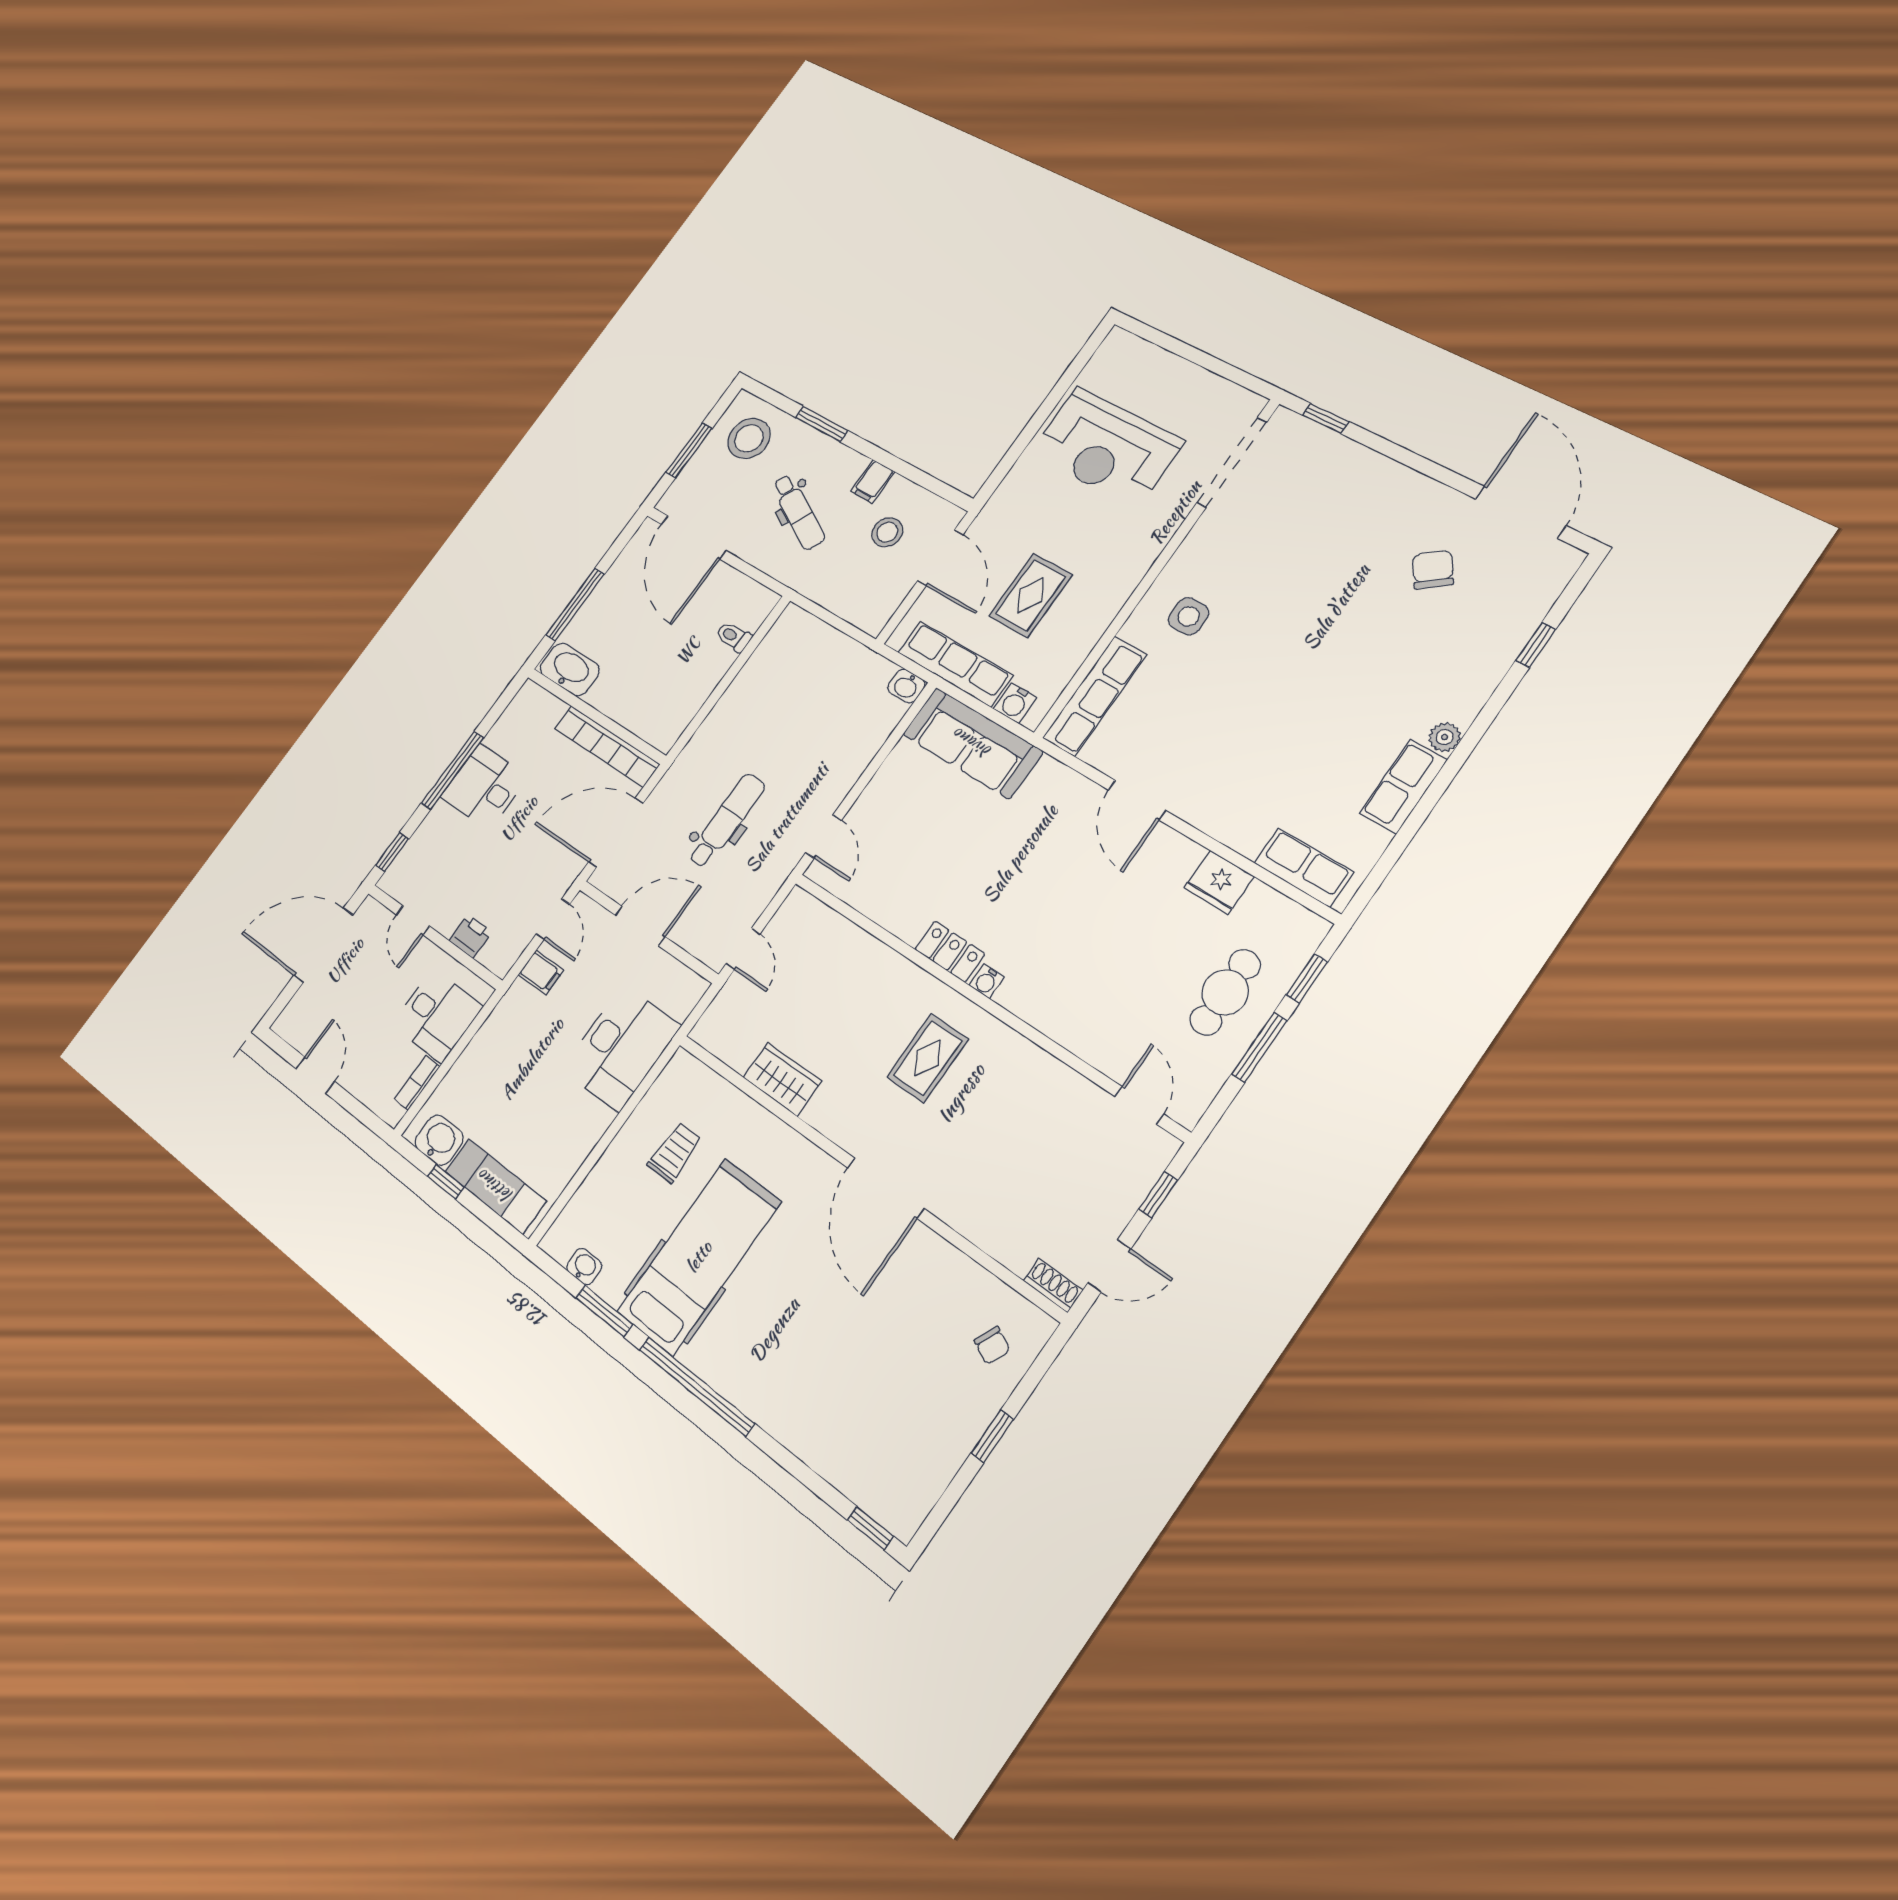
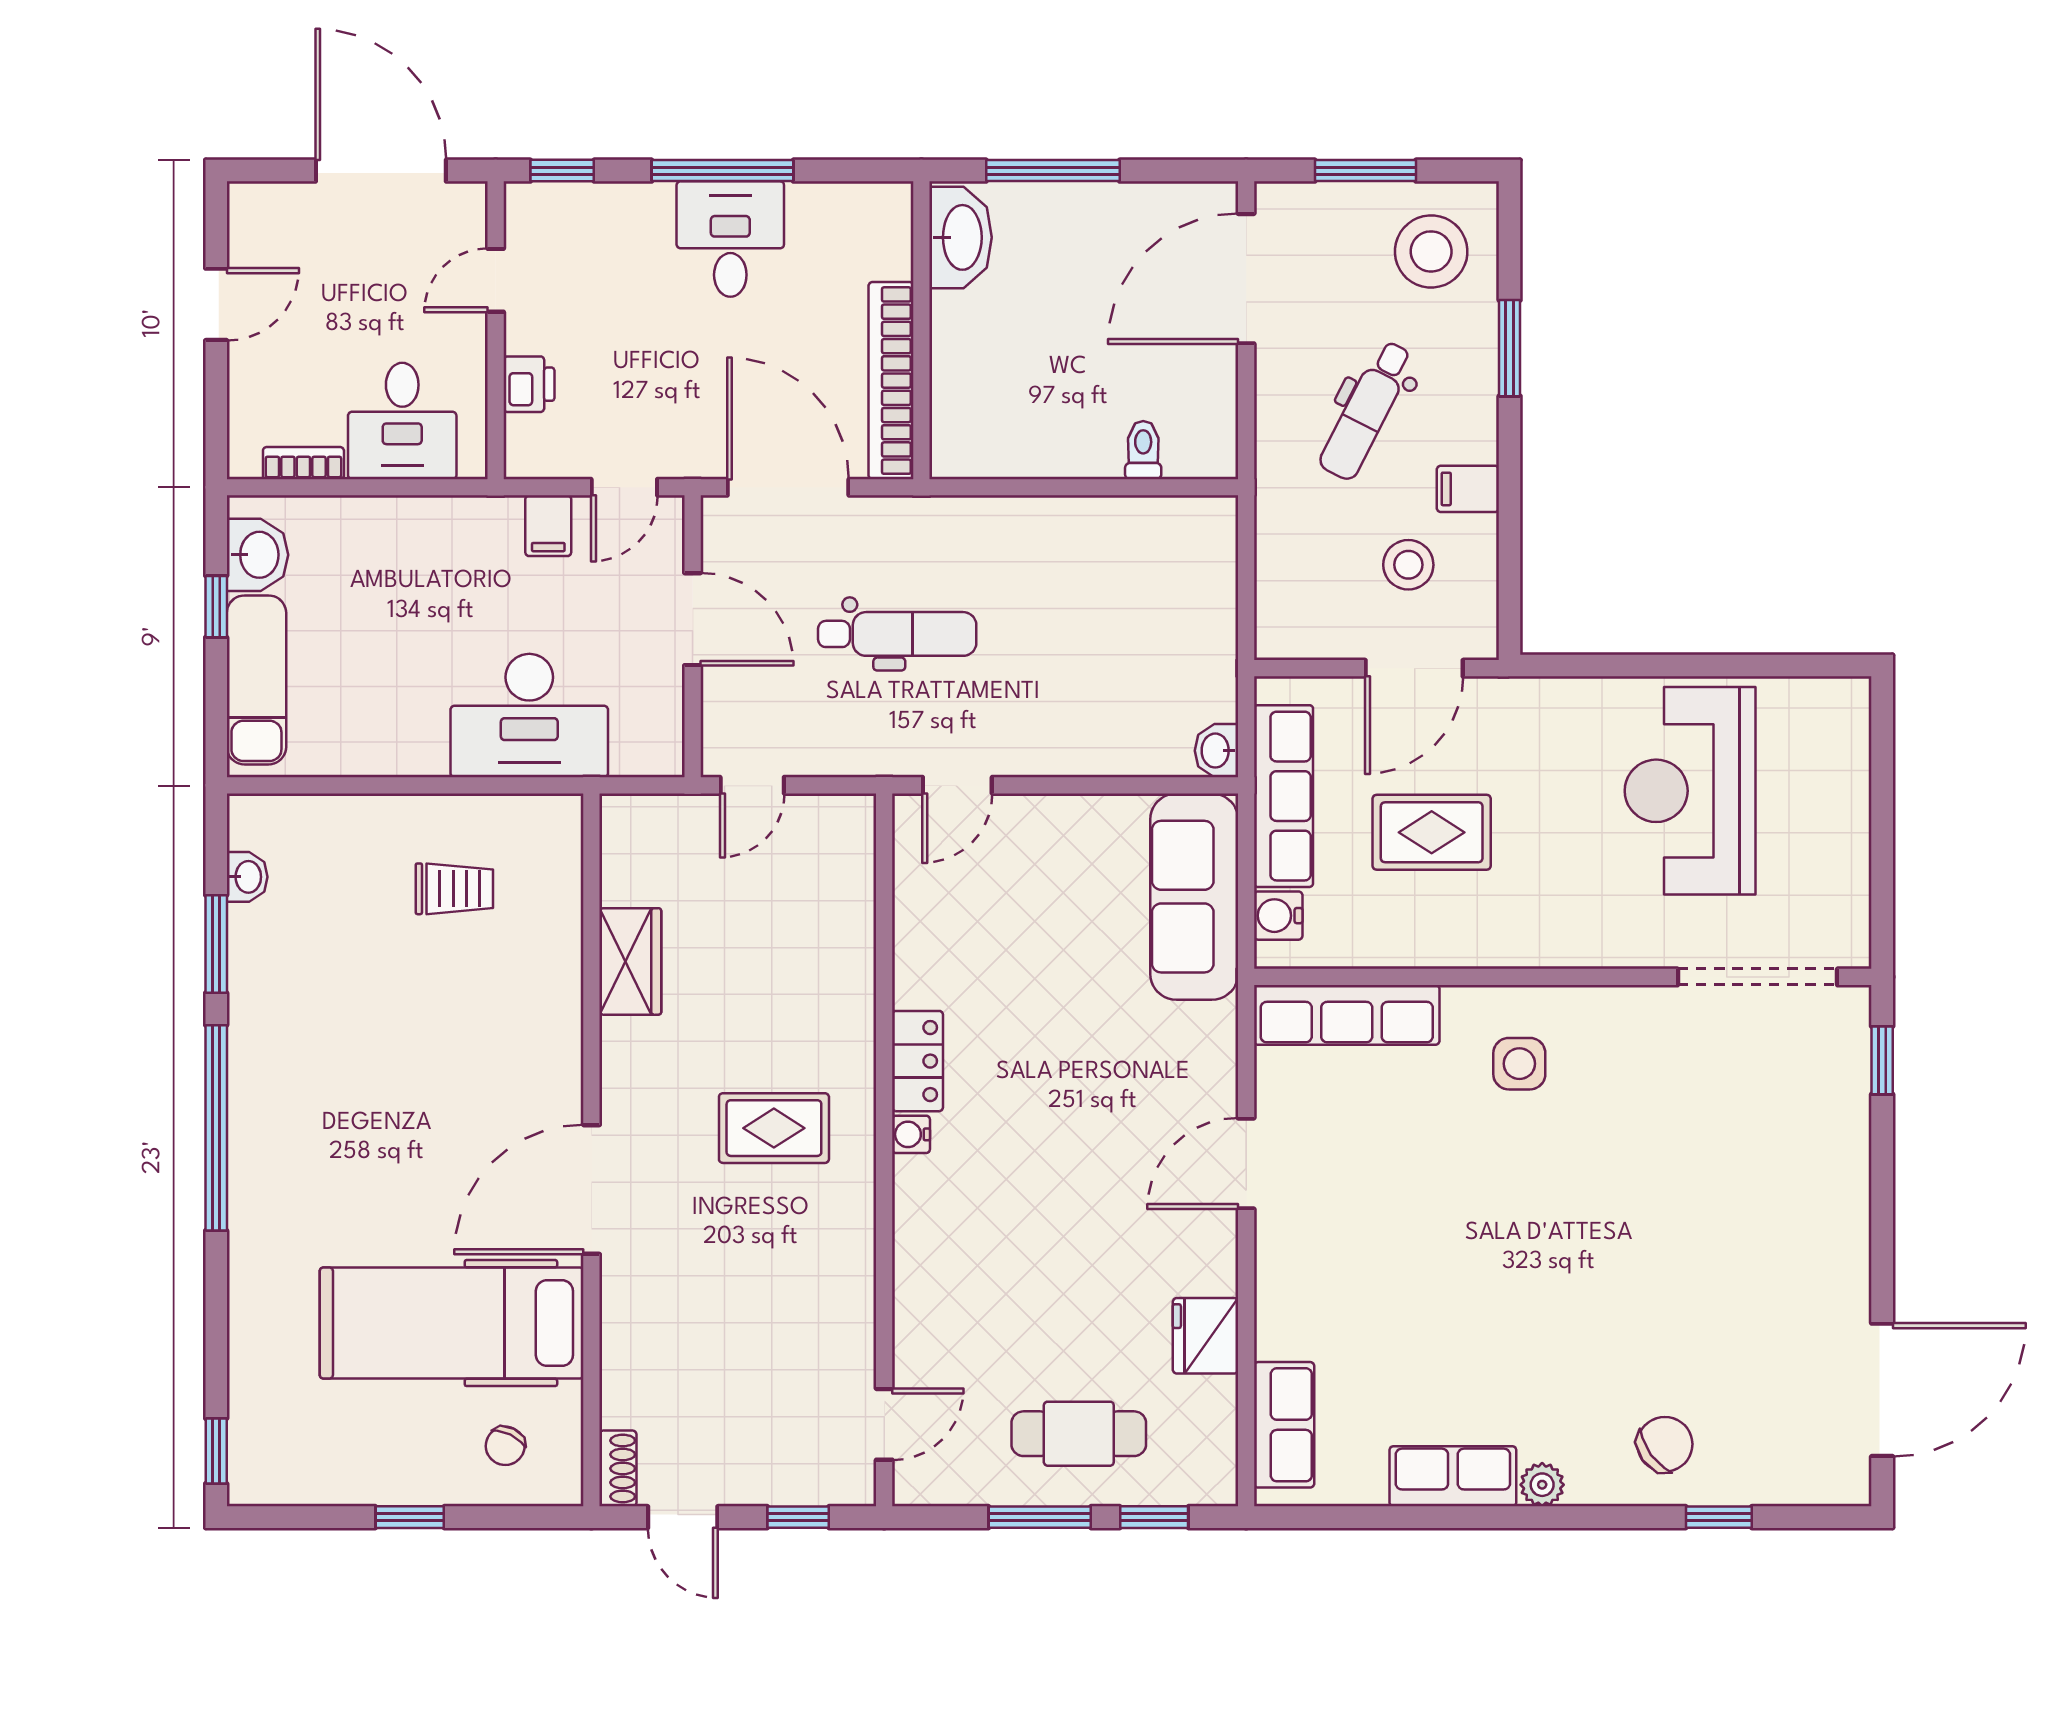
chair: (1433, 570) -> (1665, 1444), moved
hospital bed: (699, 1257) -> (452, 1323), moved, turned 180

